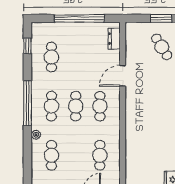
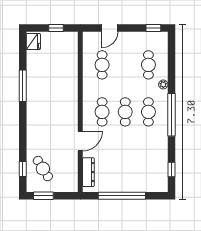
dresser: (114, 39) -> (88, 172), width x1.44
cafe table: (51, 57) -> (148, 159), removed

